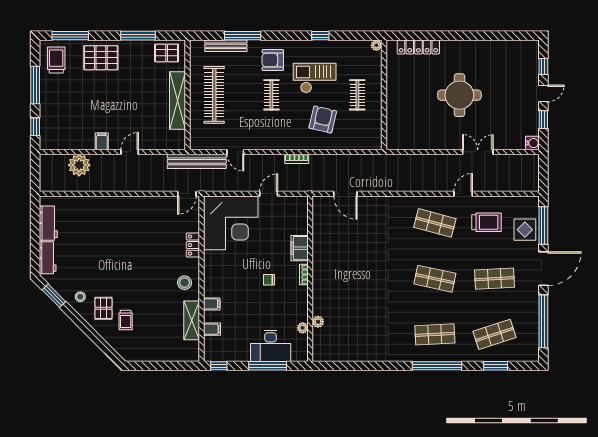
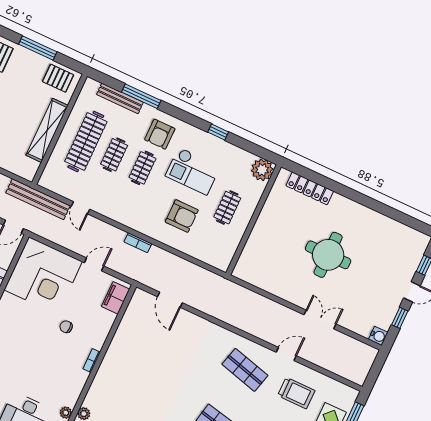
plant: (376, 45) -> (262, 170), width x1.87, depth x1.87
armchair: (273, 60) -> (160, 134), turned -90
checkout: (315, 78) -> (193, 171), turned 180
clothes rail: (243, 95) -> (114, 155), added
armchair: (323, 120) -> (182, 216), turned 77
filing cabinet: (300, 248) -> (116, 298), moved
chair: (269, 280) -> (66, 327), moved

